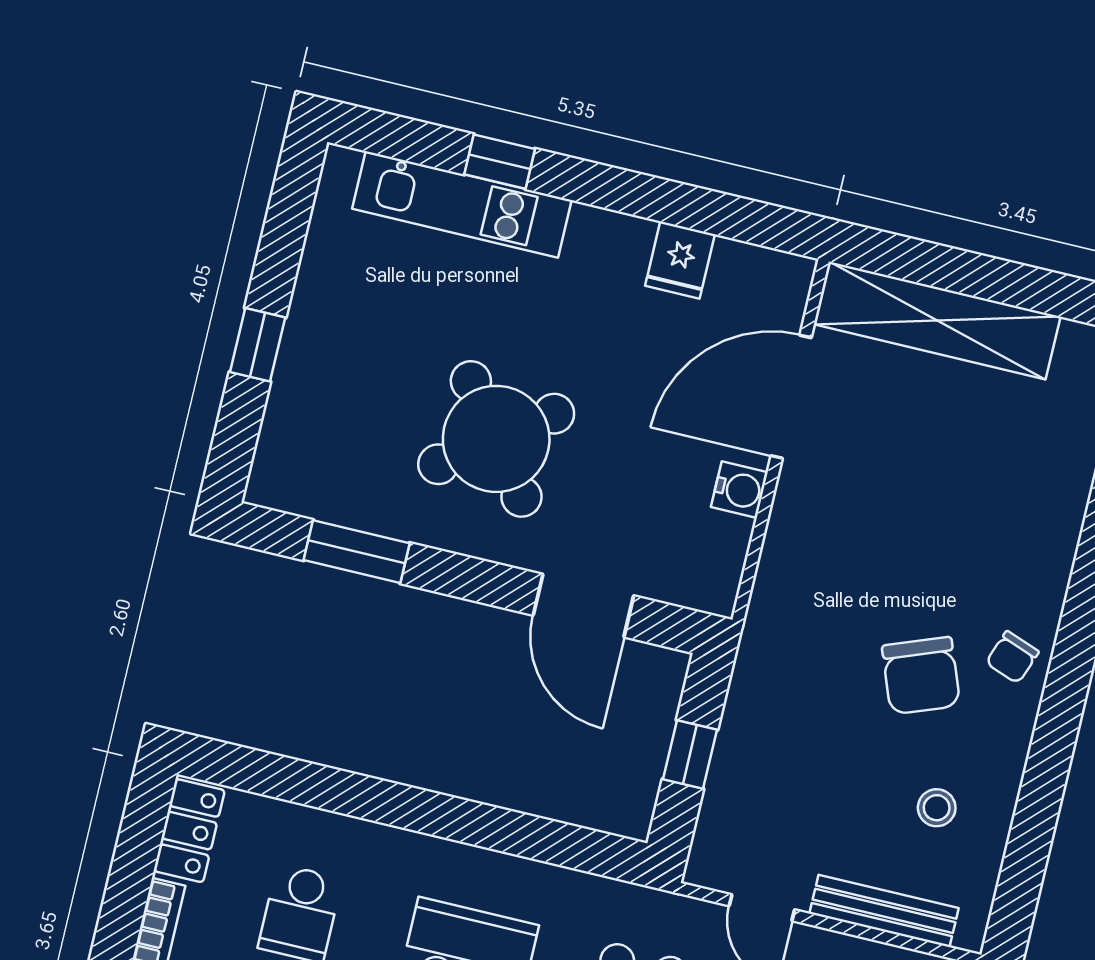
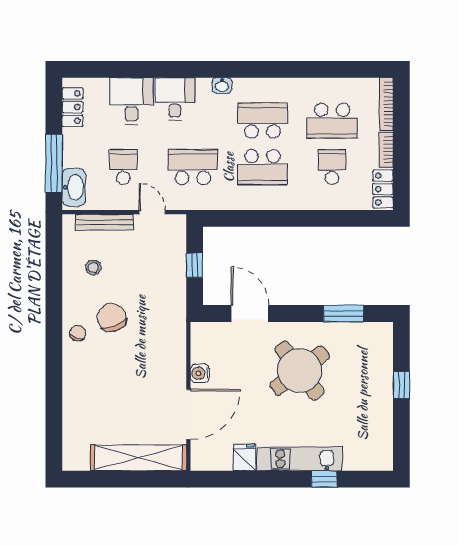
kitchen unit: (462, 204) -> (300, 459), moved

